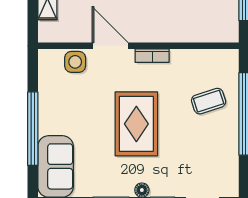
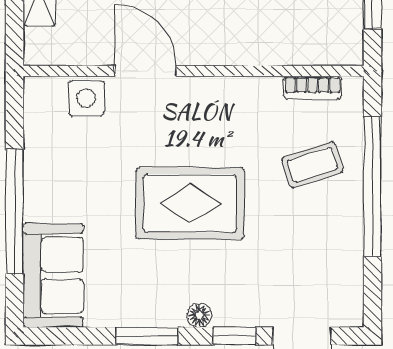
bookcase: (152, 56) -> (313, 88), moved
rug: (136, 124) -> (190, 203), turned 90

